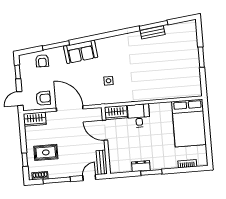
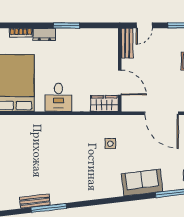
bench: (153, 32) -> (35, 201), moved
desk: (139, 116) -> (58, 97), moved
dresser: (141, 166) -> (44, 34), moved

